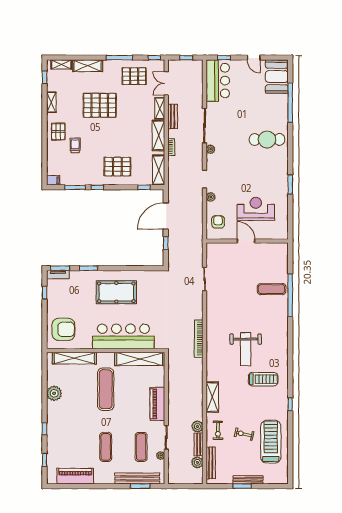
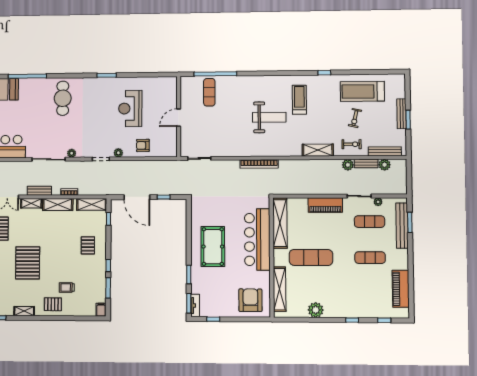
pallet: (117, 167) -> (88, 245), width x0.67, depth x0.71
door: (246, 241) -> (179, 118), moved
wall: (247, 241) -> (179, 117), moved

